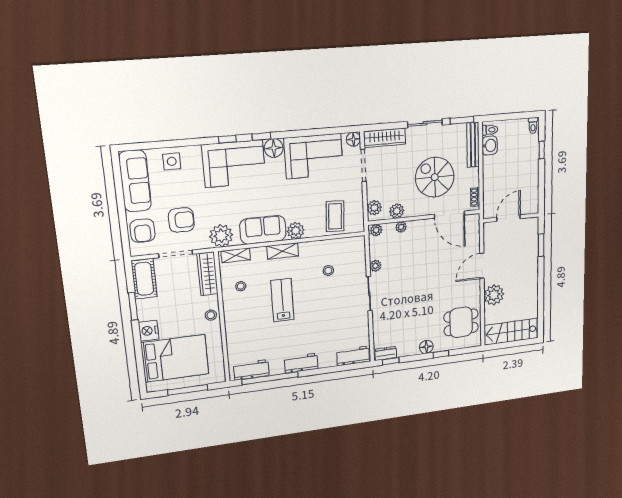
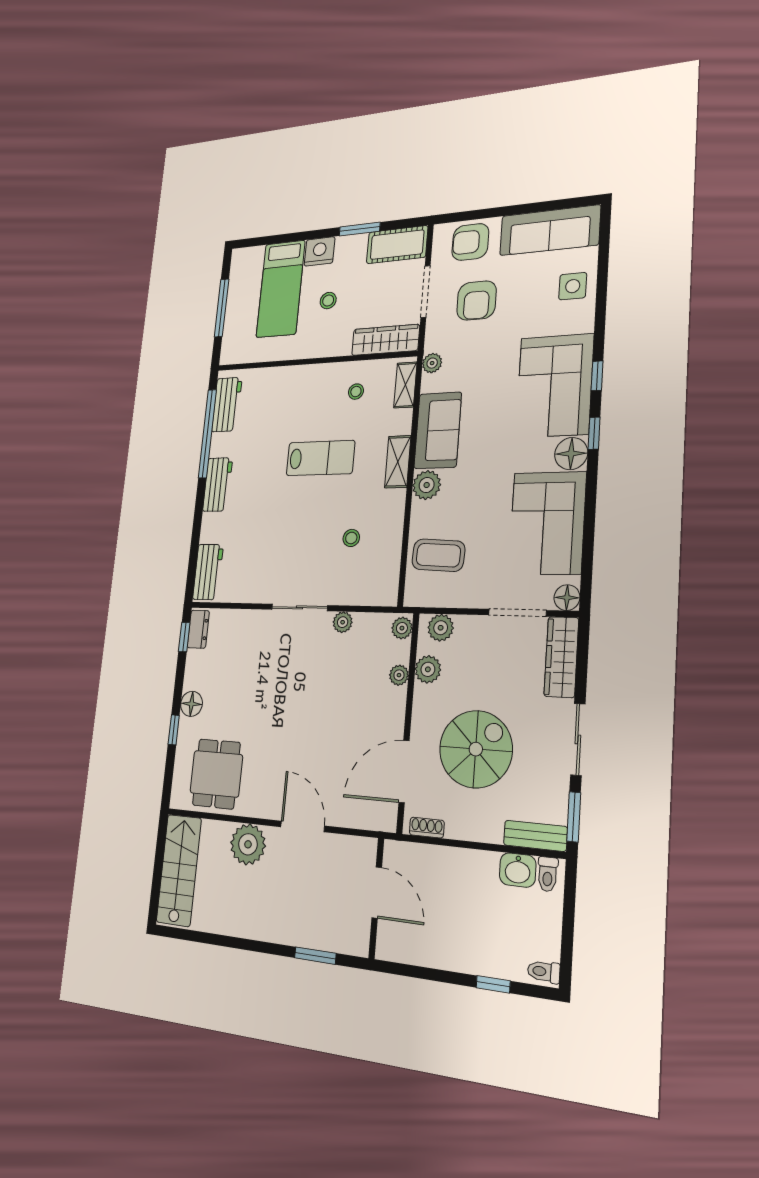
bench: (473, 145) -> (535, 836), width x0.73
plant: (221, 236) -> (432, 363), width x0.53, depth x0.53
stool: (211, 315) -> (328, 301), moved
bed: (175, 358) -> (281, 289), width x0.67

